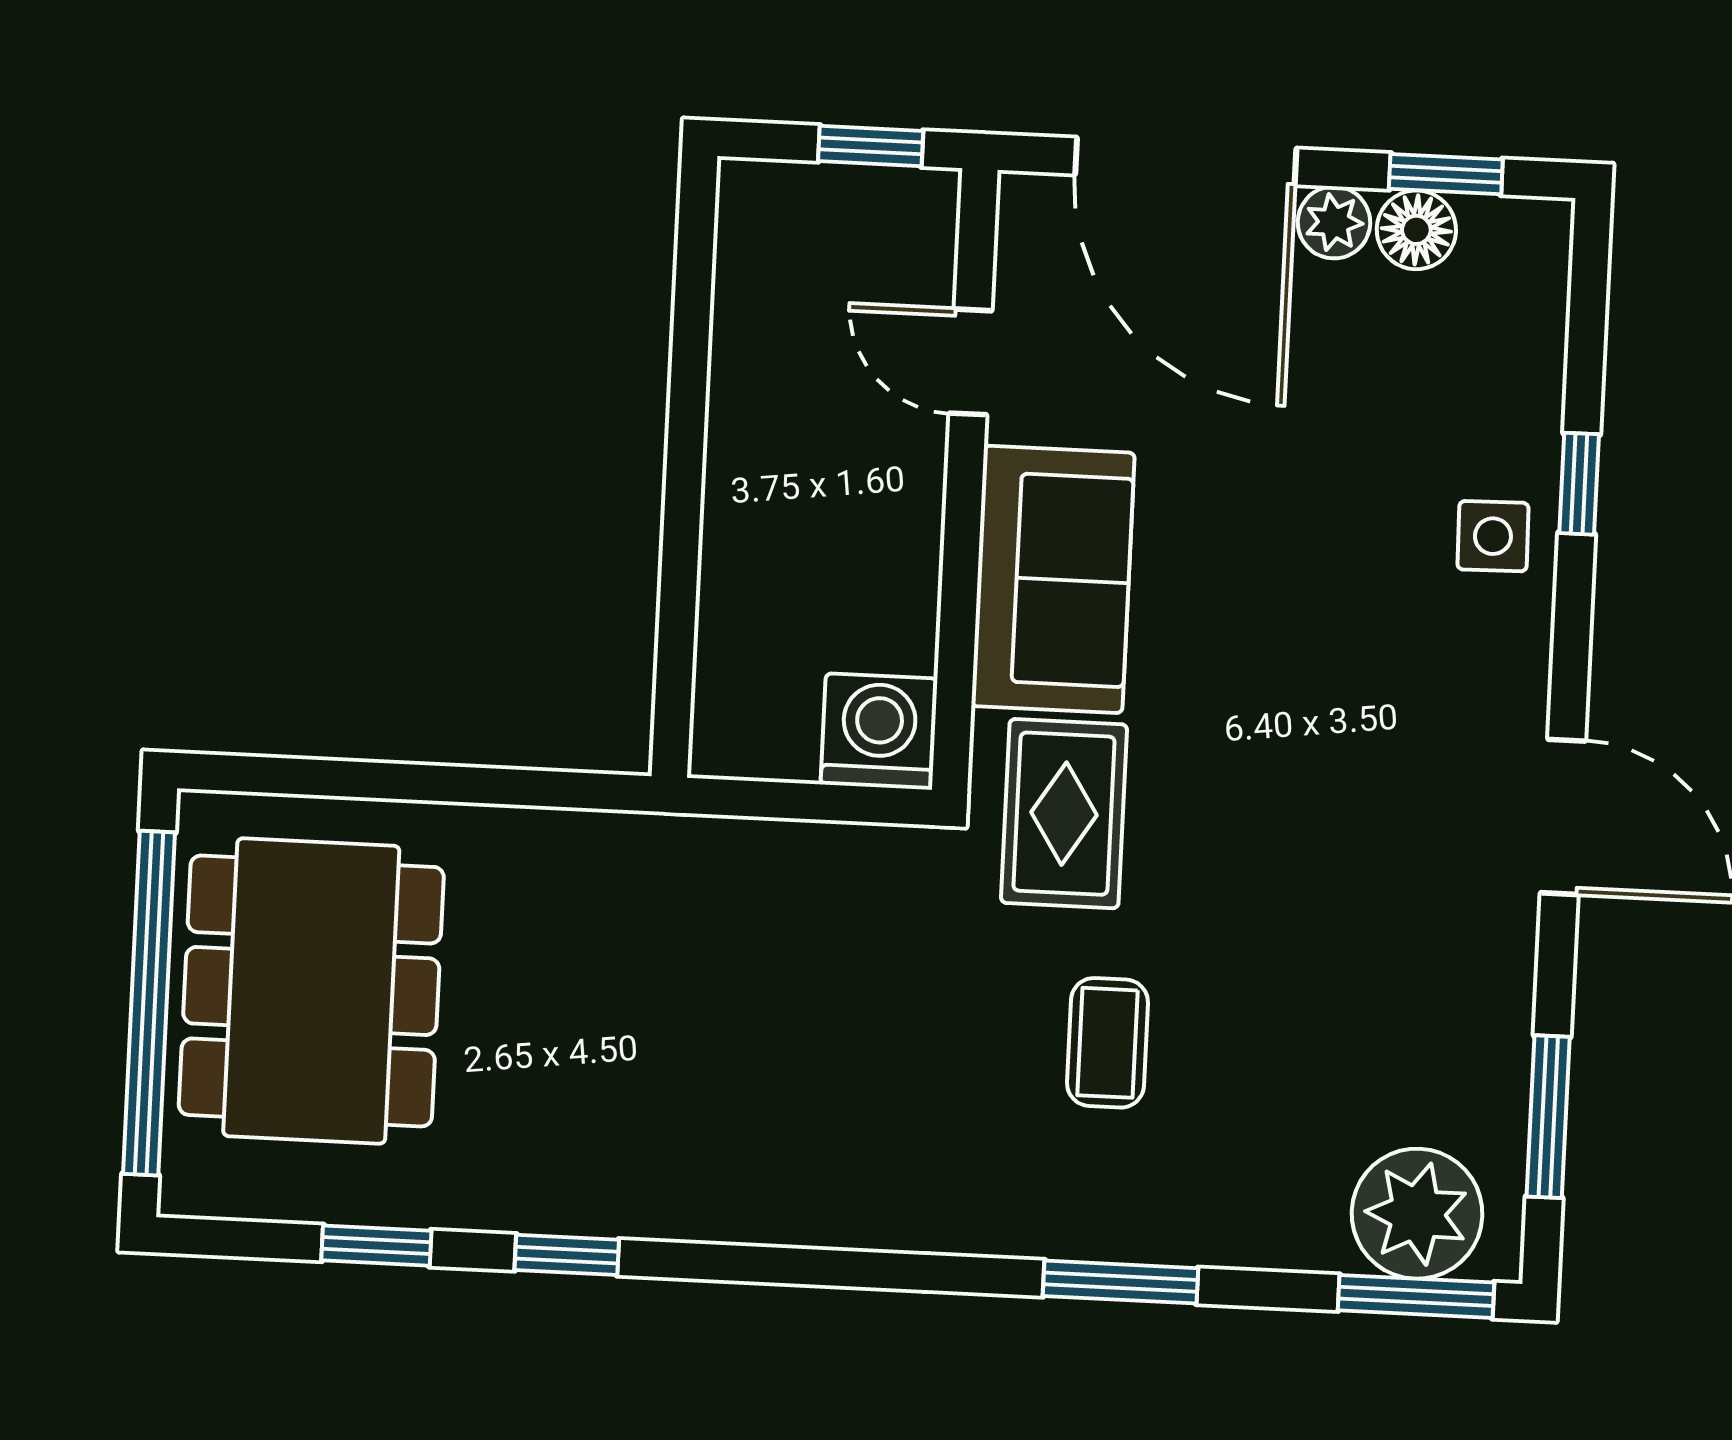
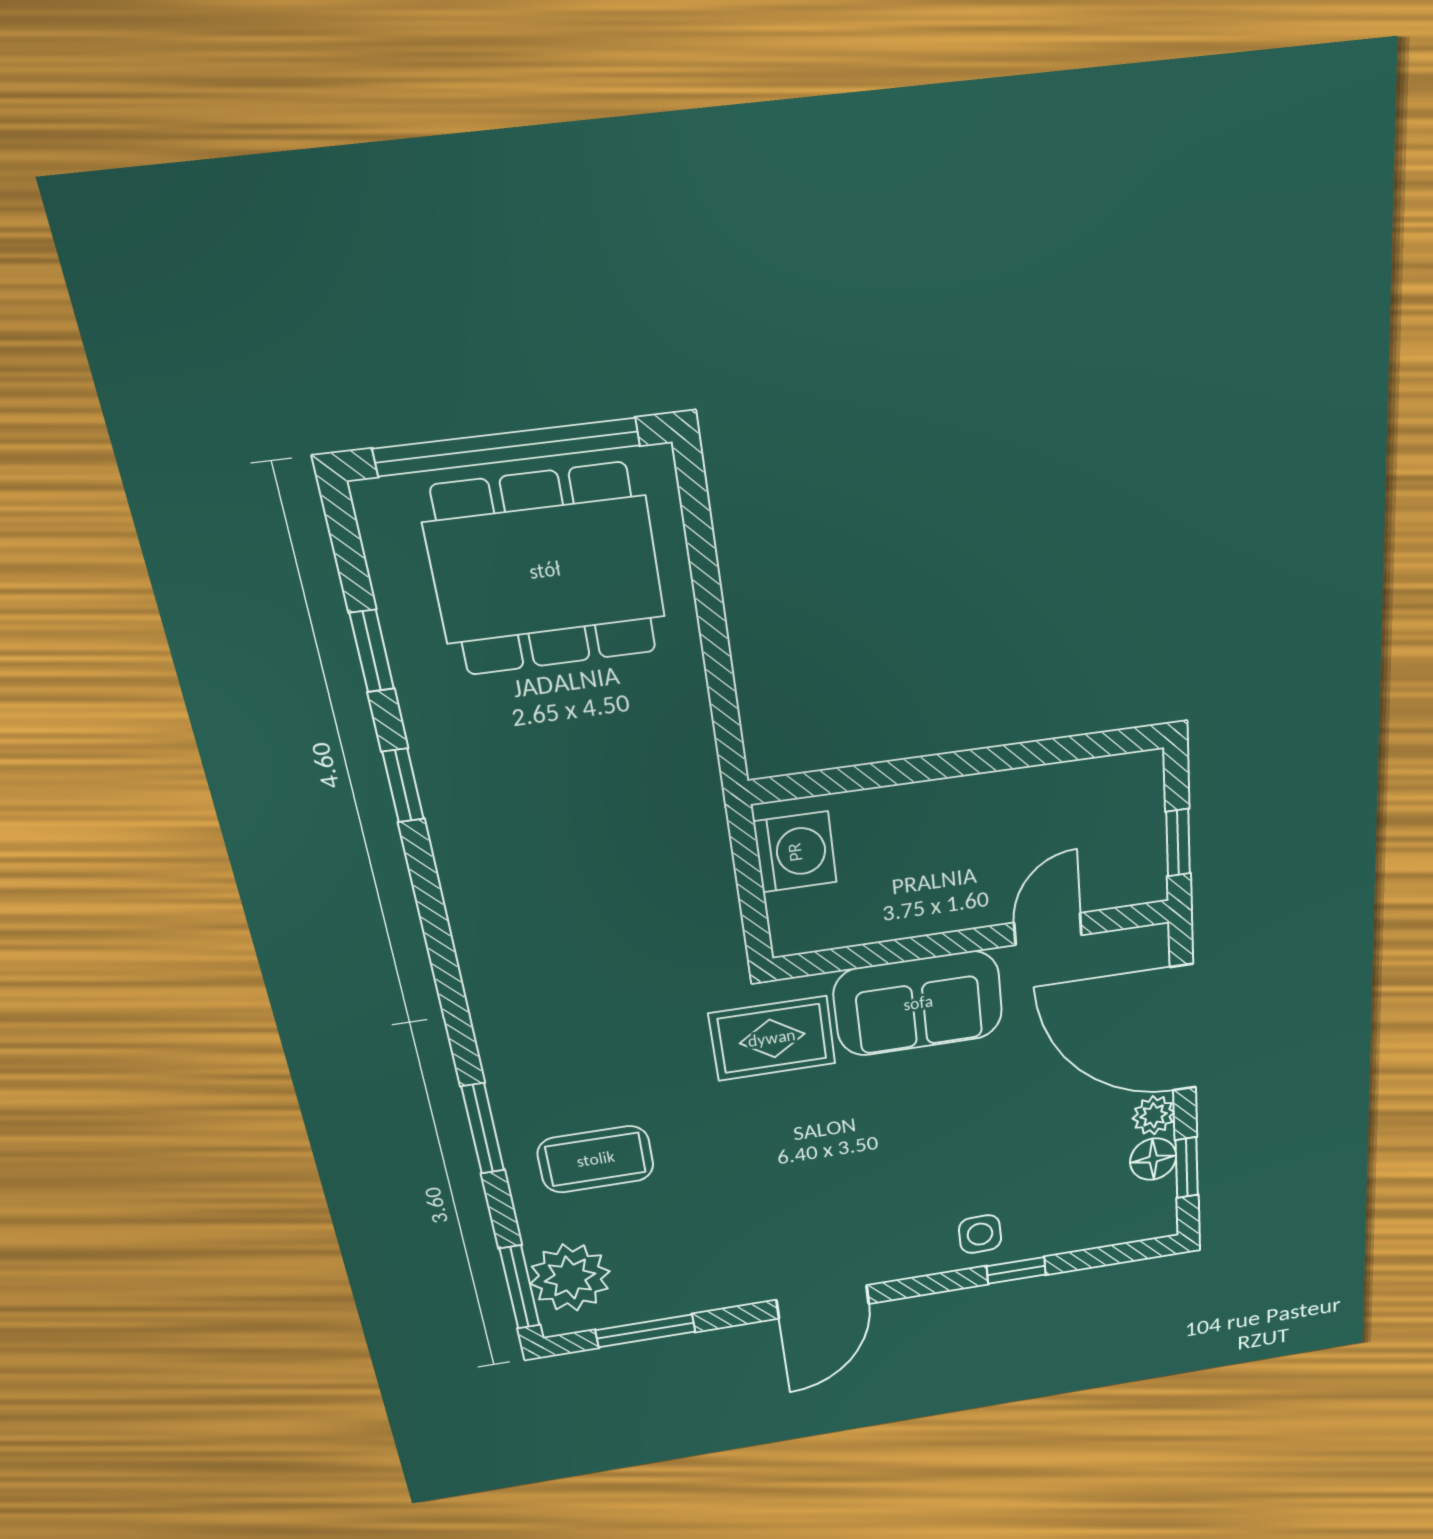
door: (1186, 161) -> (1183, 1028), hinge flipped
washing machine: (879, 731) -> (795, 852), moved
coffee table: (1108, 1043) -> (596, 1159), moved, width x1.36, depth x1.30

